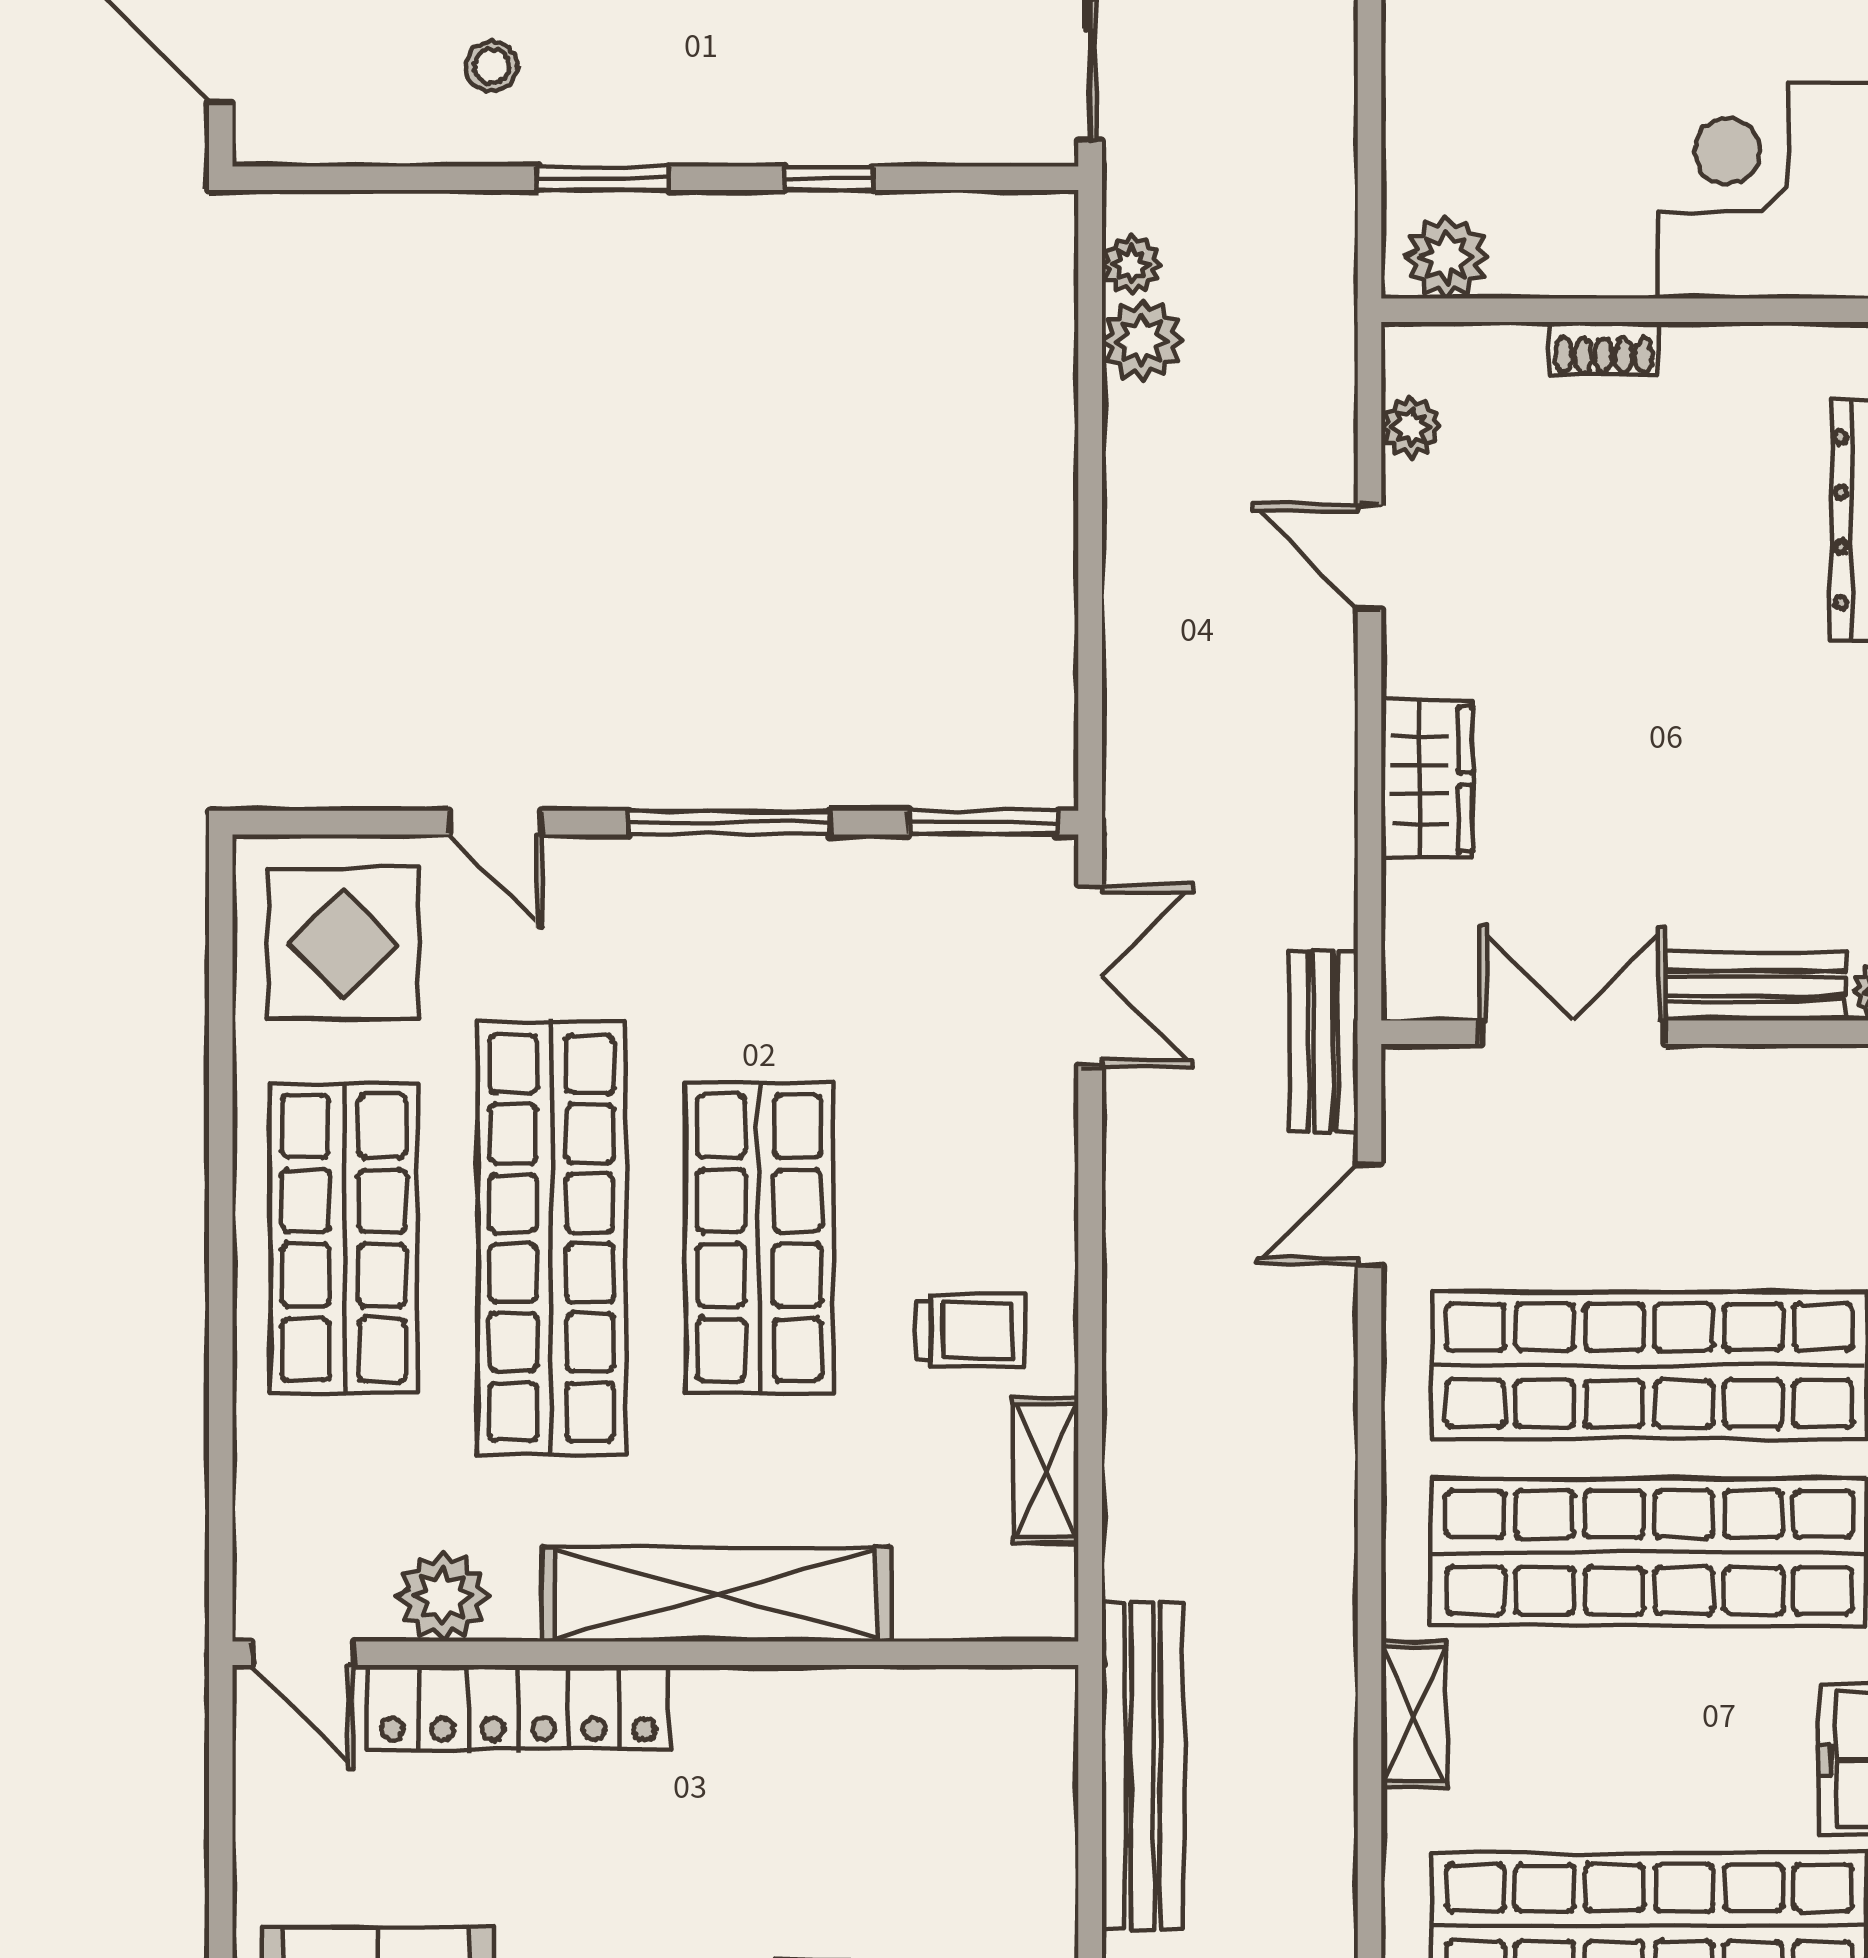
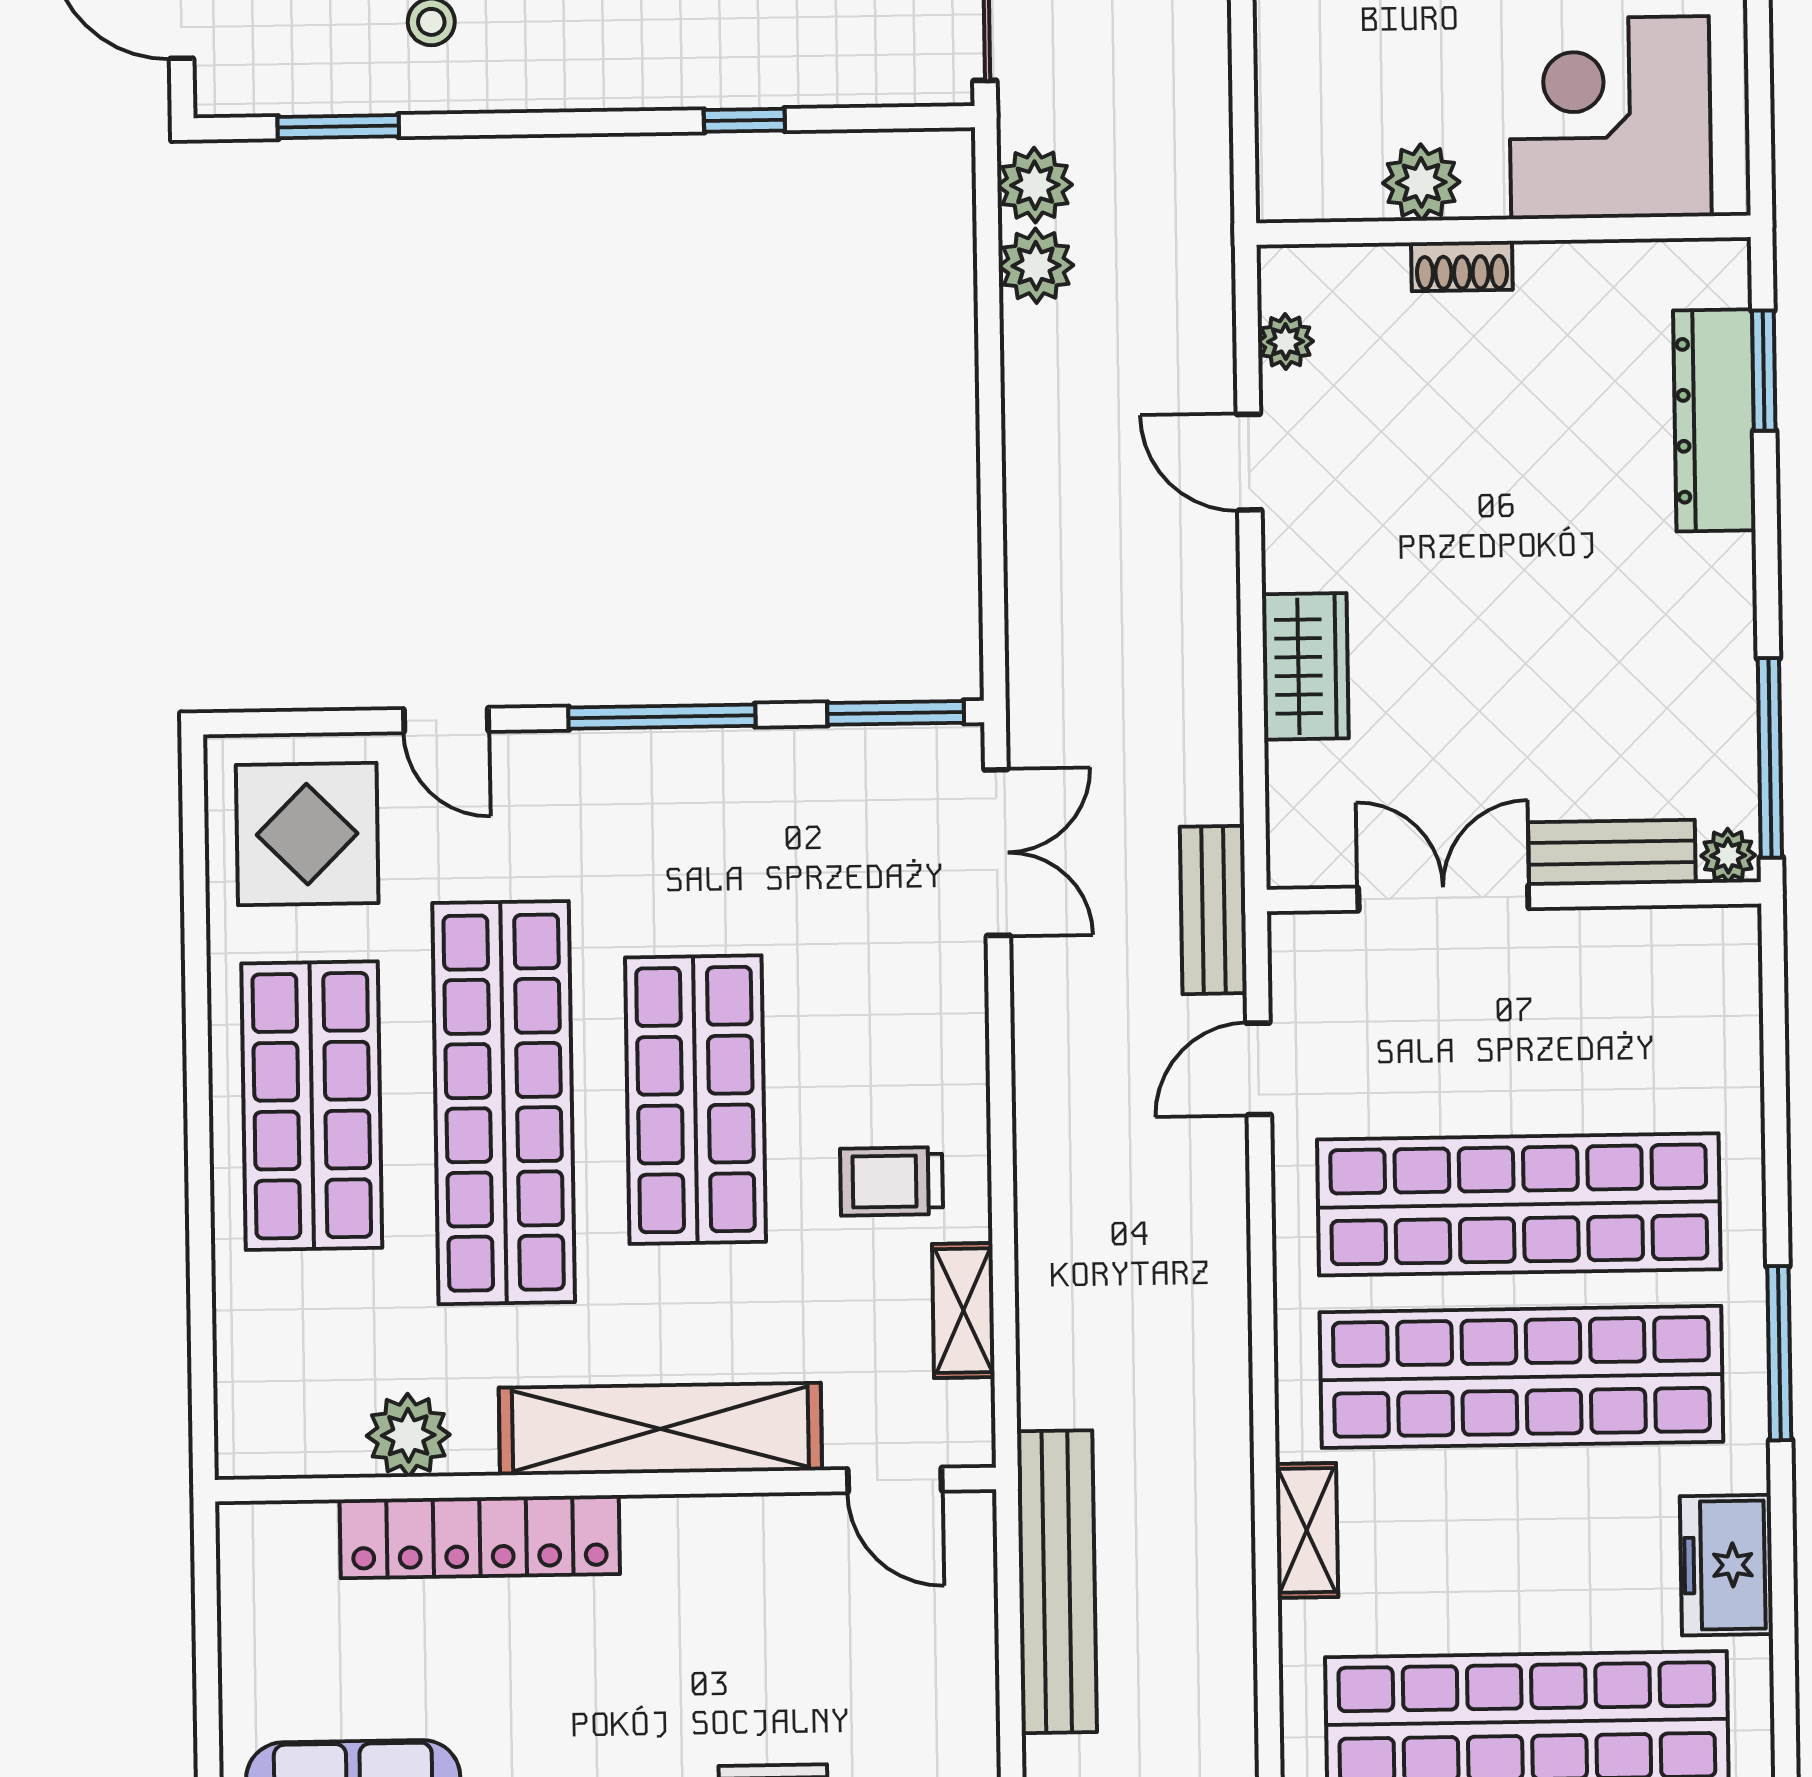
window: (603, 178) -> (338, 127), moved
plant: (1446, 257) -> (1421, 182), moved
plant: (1131, 265) -> (1035, 185), width x1.38, depth x1.38
trolley: (970, 1330) -> (892, 1181), turned 180
door: (303, 1653) -> (895, 1480), moved

